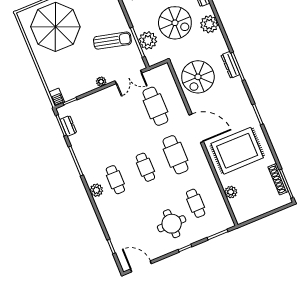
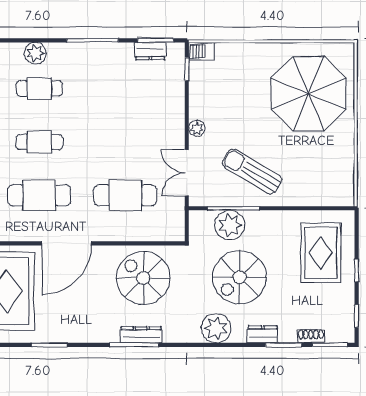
sun lounger: (112, 41) -> (252, 171), turned 107

